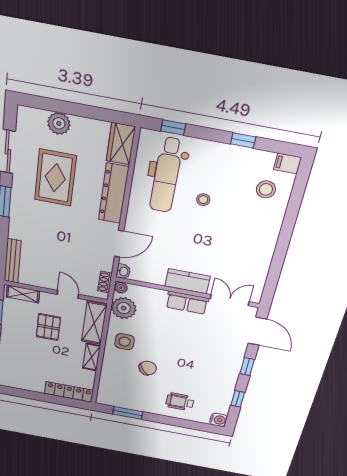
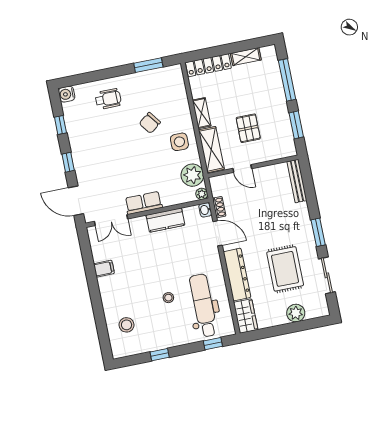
filing cabinet: (287, 163) -> (104, 269), moved
door: (119, 244) -> (218, 233), swing flipped
kitchen counter: (188, 281) -> (165, 220), moved
shoe rack: (105, 282) -> (219, 207), moved
shelving: (23, 294) -> (246, 57), moved

